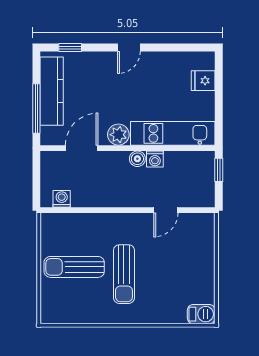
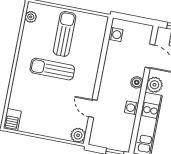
boiler: (137, 159) -> (137, 82), moved
plant: (205, 223) -> (78, 135), added
plant: (60, 316) -> (31, 17), added

